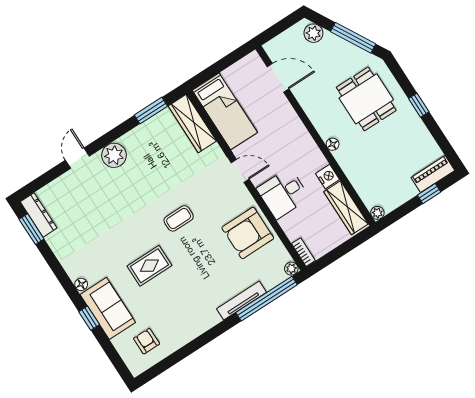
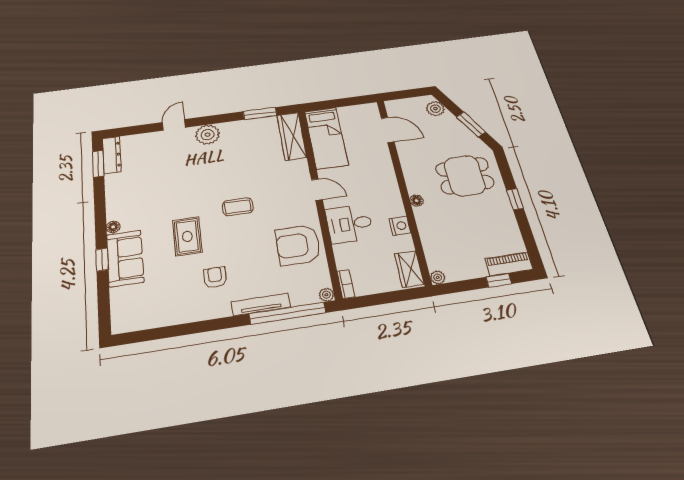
window: (353, 38) -> (471, 124), width x0.69
dining table: (366, 99) -> (465, 176), turned 90
wardrobe: (346, 208) -> (409, 269), width x0.67
rug: (149, 266) -> (187, 236), turned 90
armchair: (147, 341) -> (215, 277), moved

